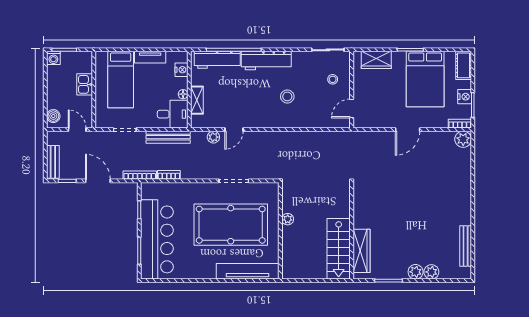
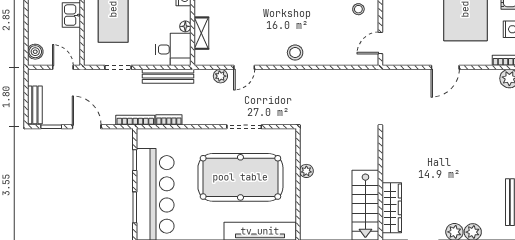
stool: (287, 96) -> (295, 53), moved

